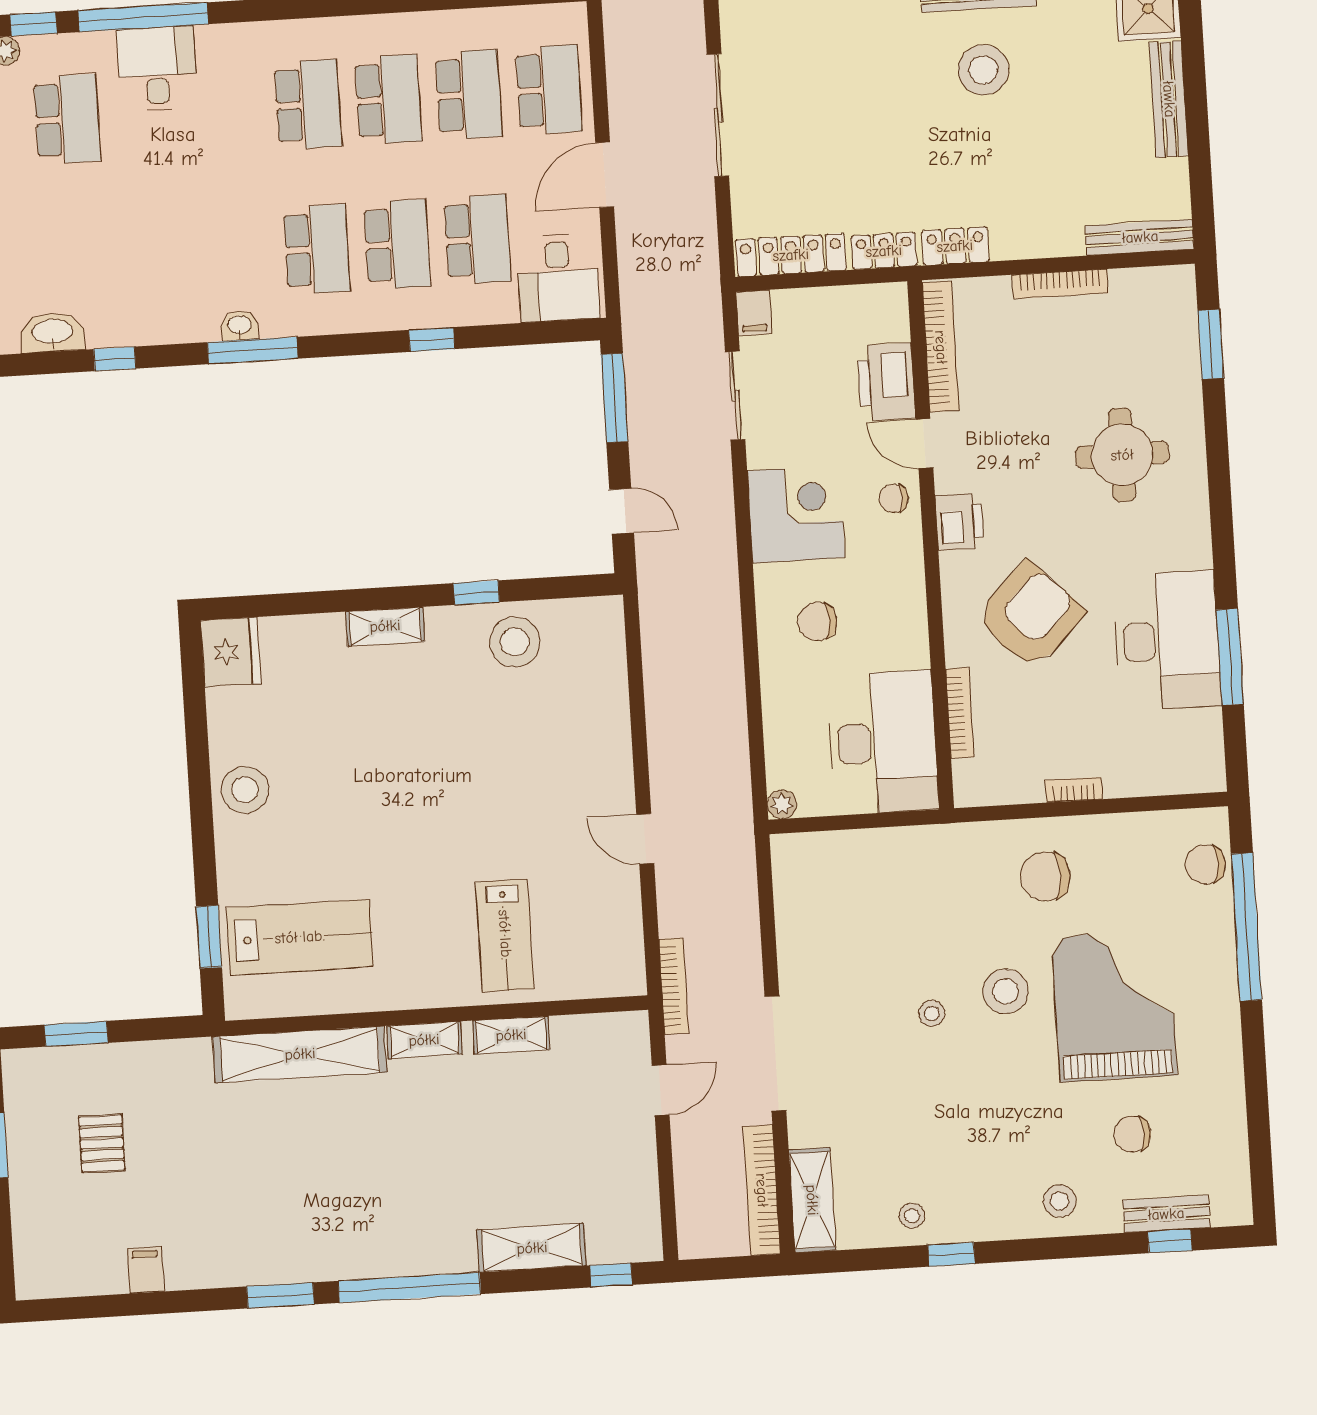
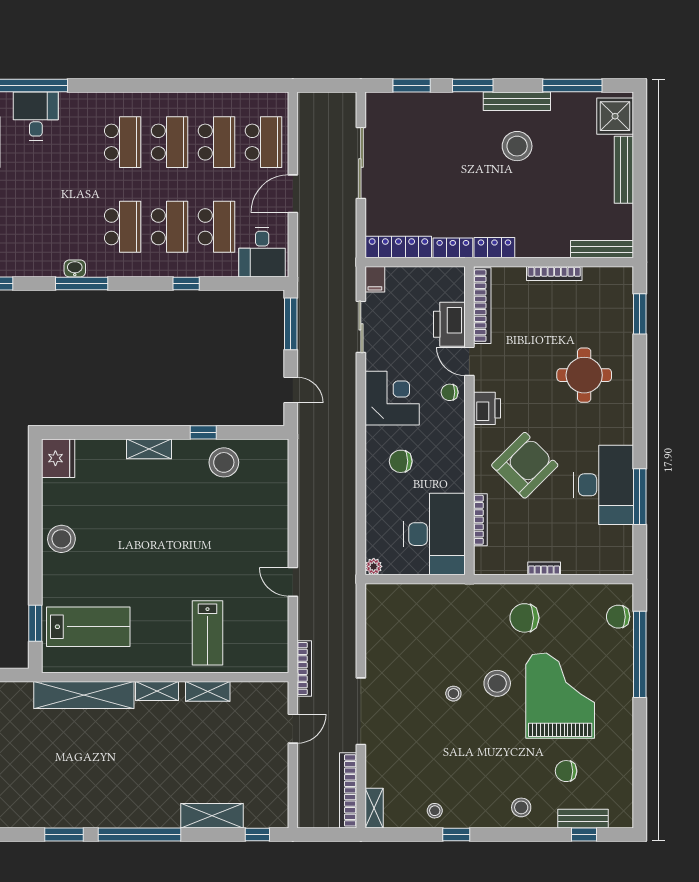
shelving: (812, 1200) -> (374, 808), width x0.67, depth x0.75

